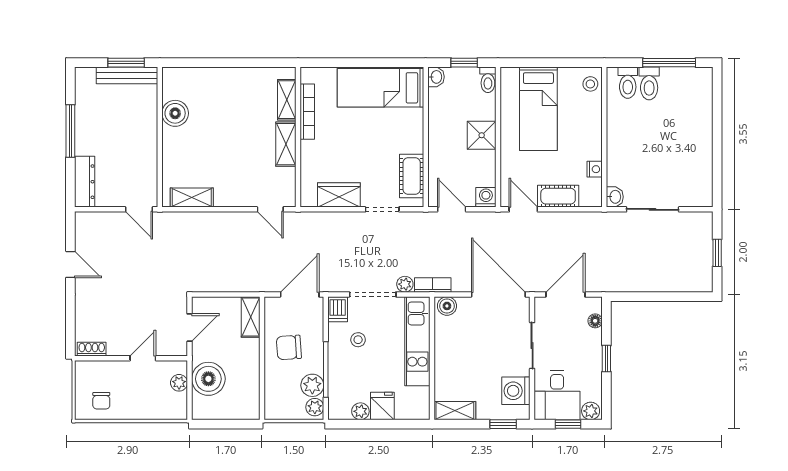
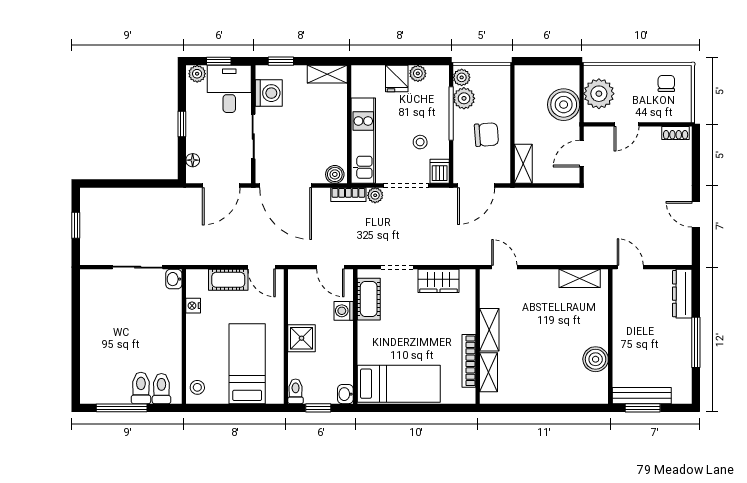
washing machine: (486, 197) -> (344, 311), moved, turned 90
plant: (179, 383) -> (599, 94), width x1.88, depth x1.88

